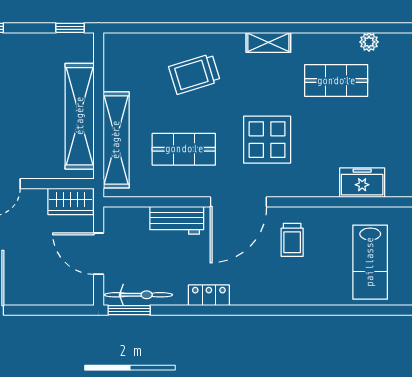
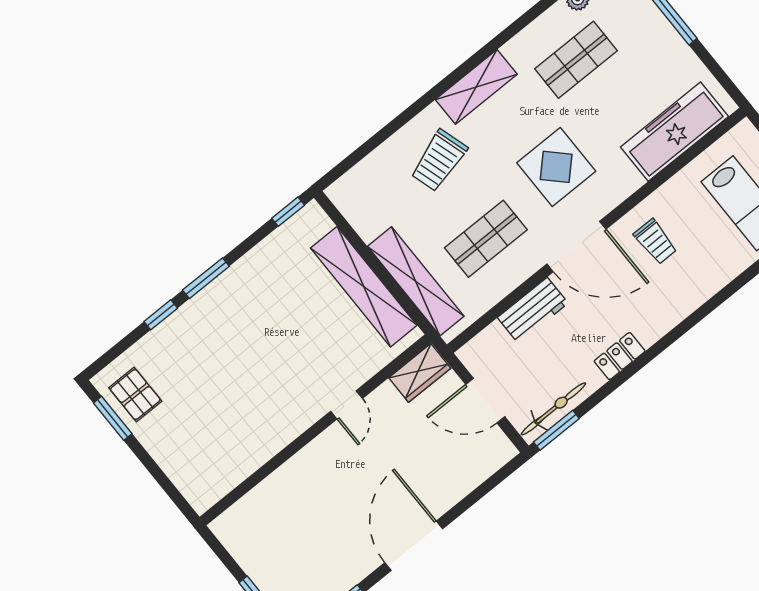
shelving: (268, 42) -> (476, 87), width x1.50, depth x1.33
freezer: (362, 183) -> (674, 132), width x1.91, depth x1.26
door: (238, 202) -> (576, 247), hinge flipped

